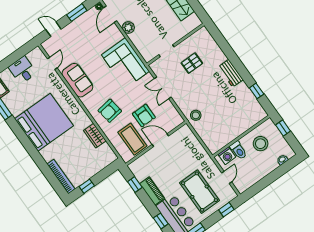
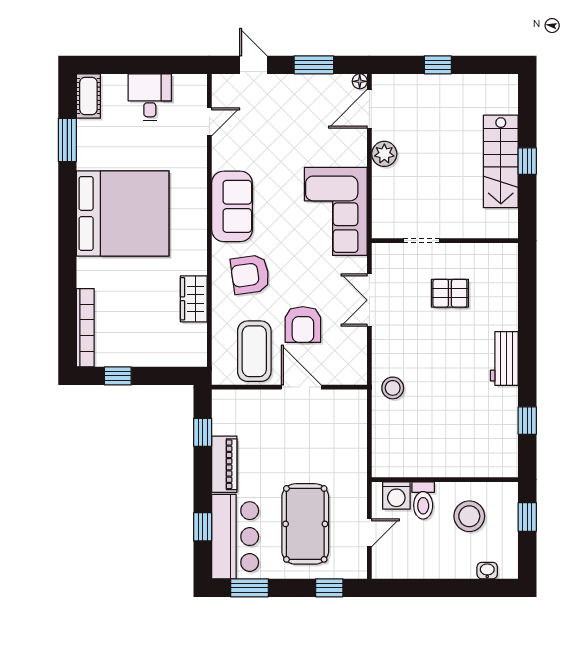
sofa: (77, 80) -> (232, 206), moved

